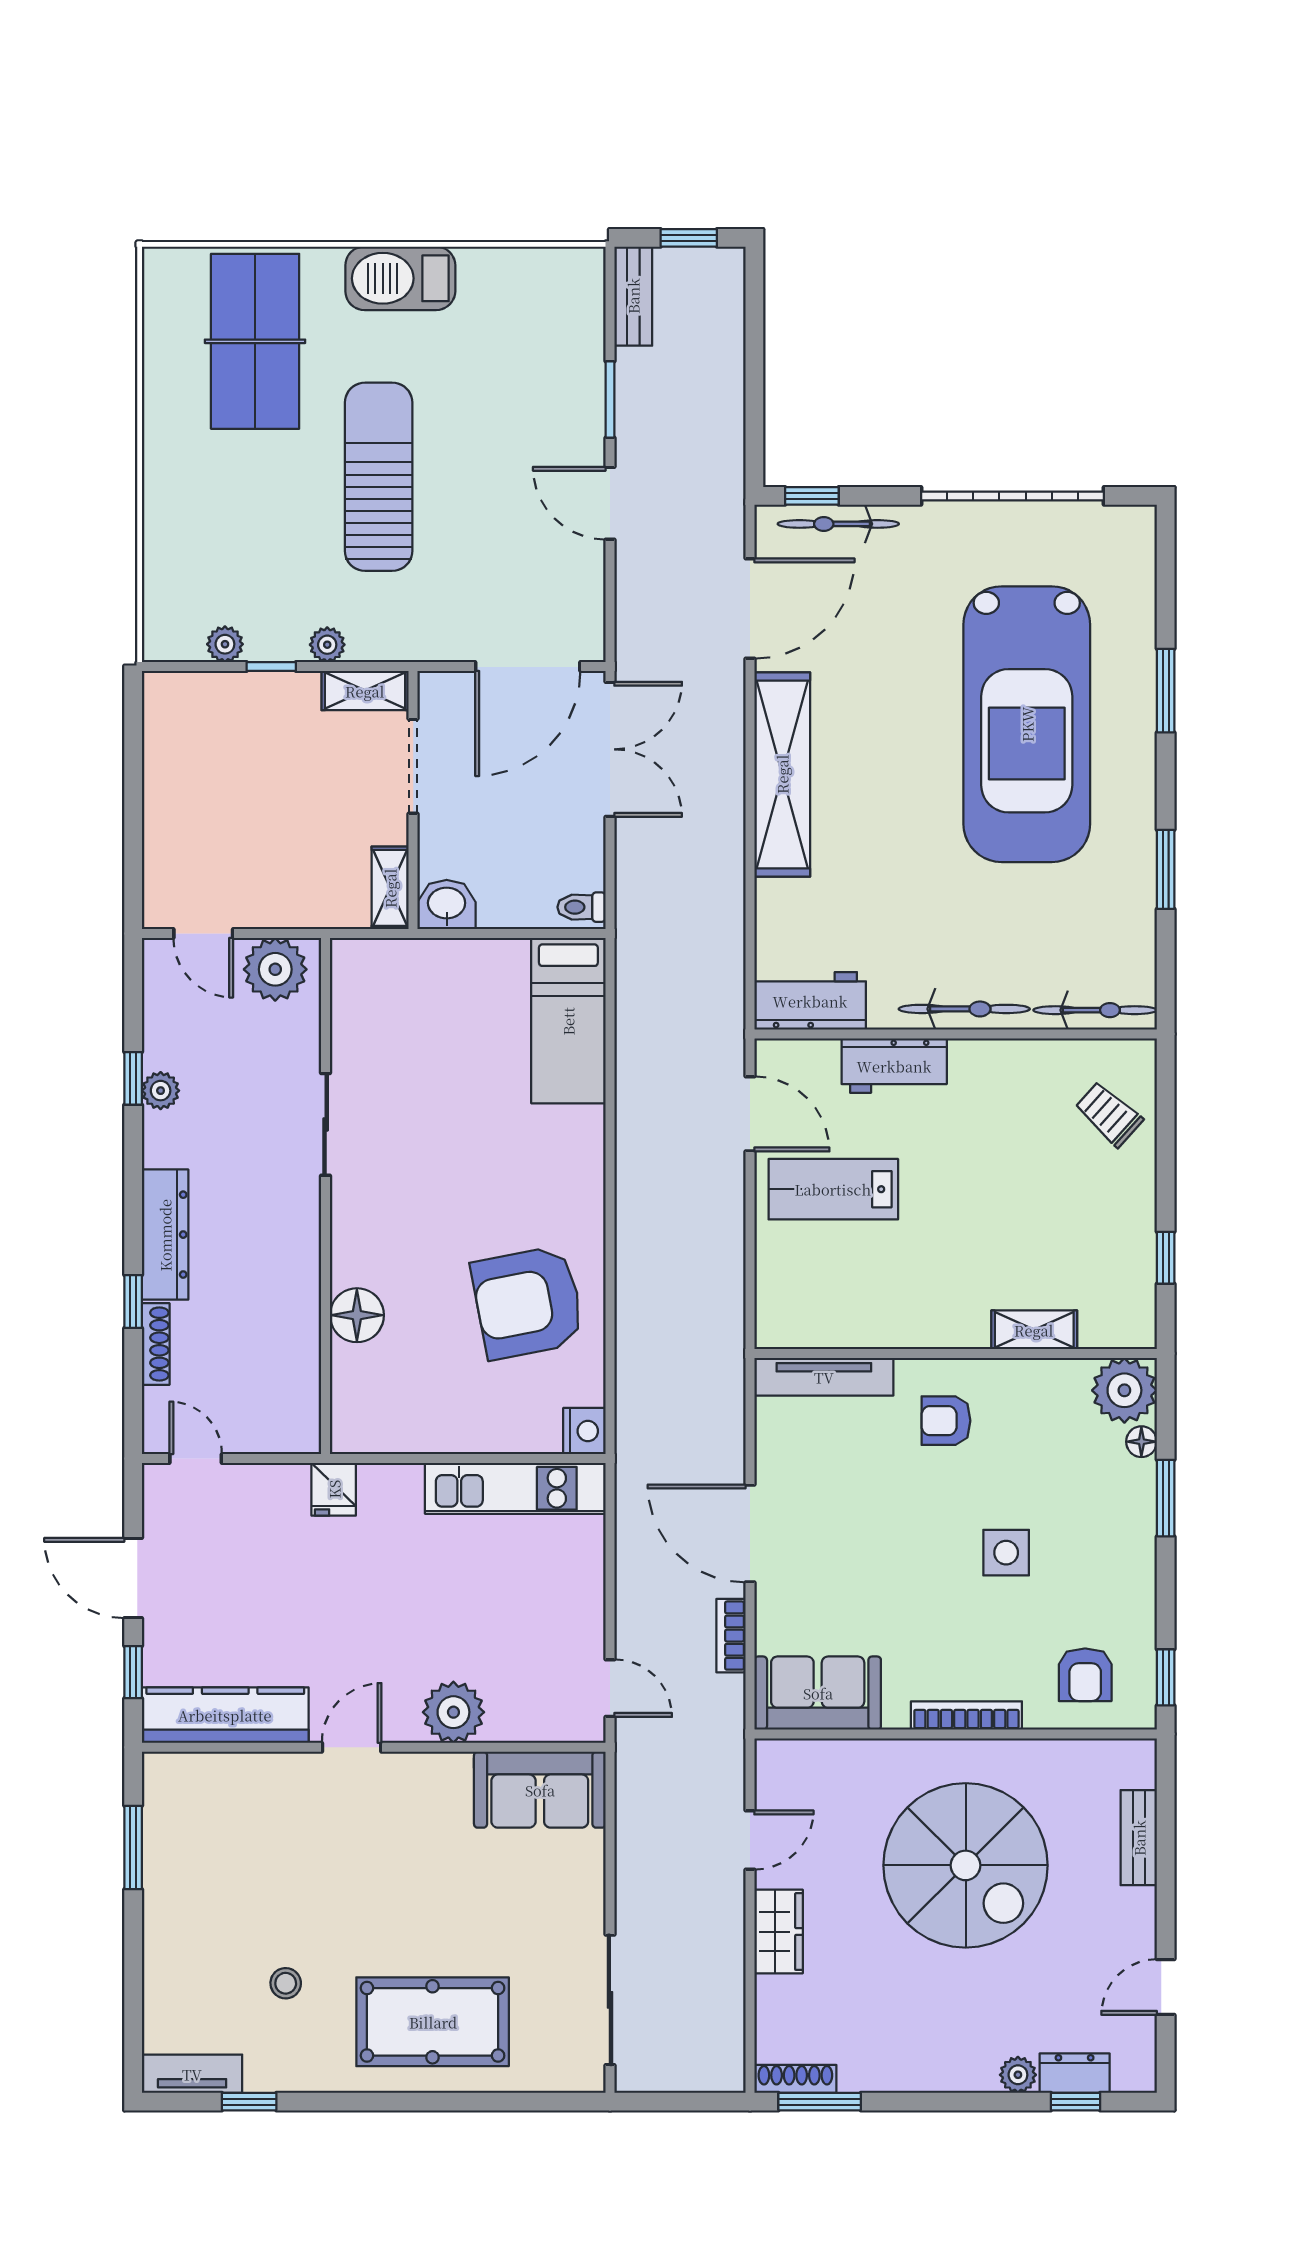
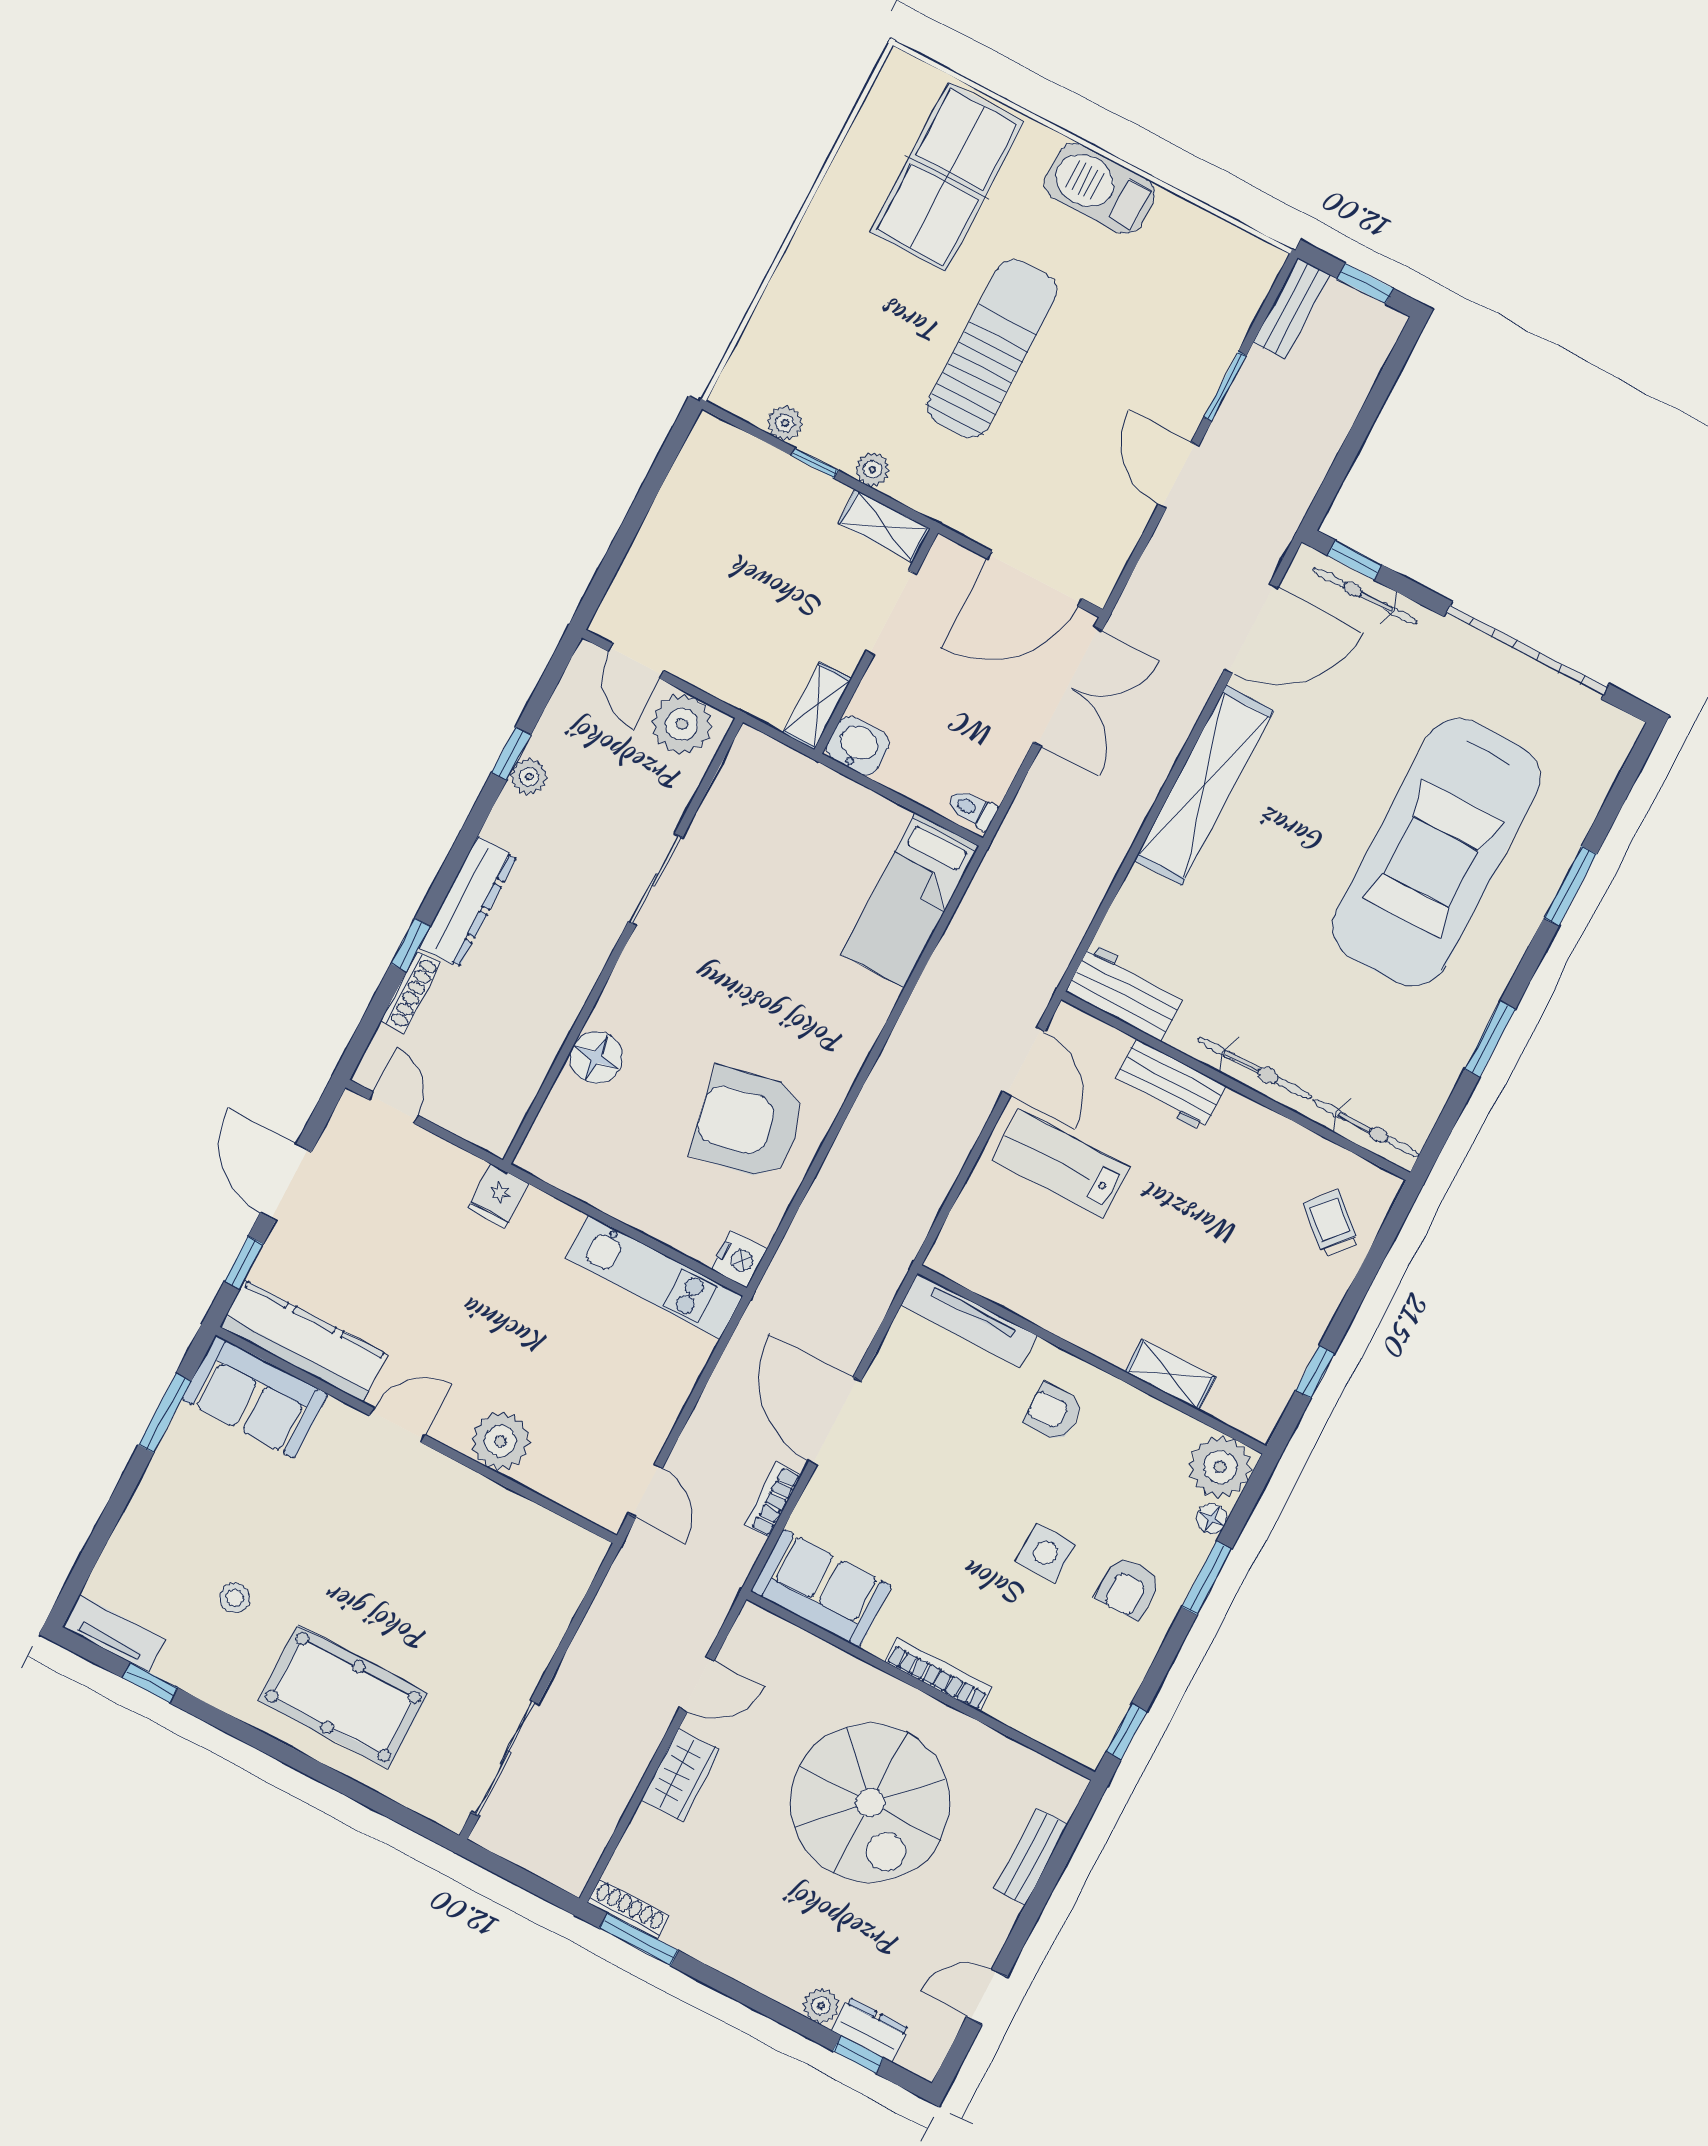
armchair: (1085, 1675) -> (1128, 1588), moved
sofa: (540, 1790) -> (255, 1397), moved

